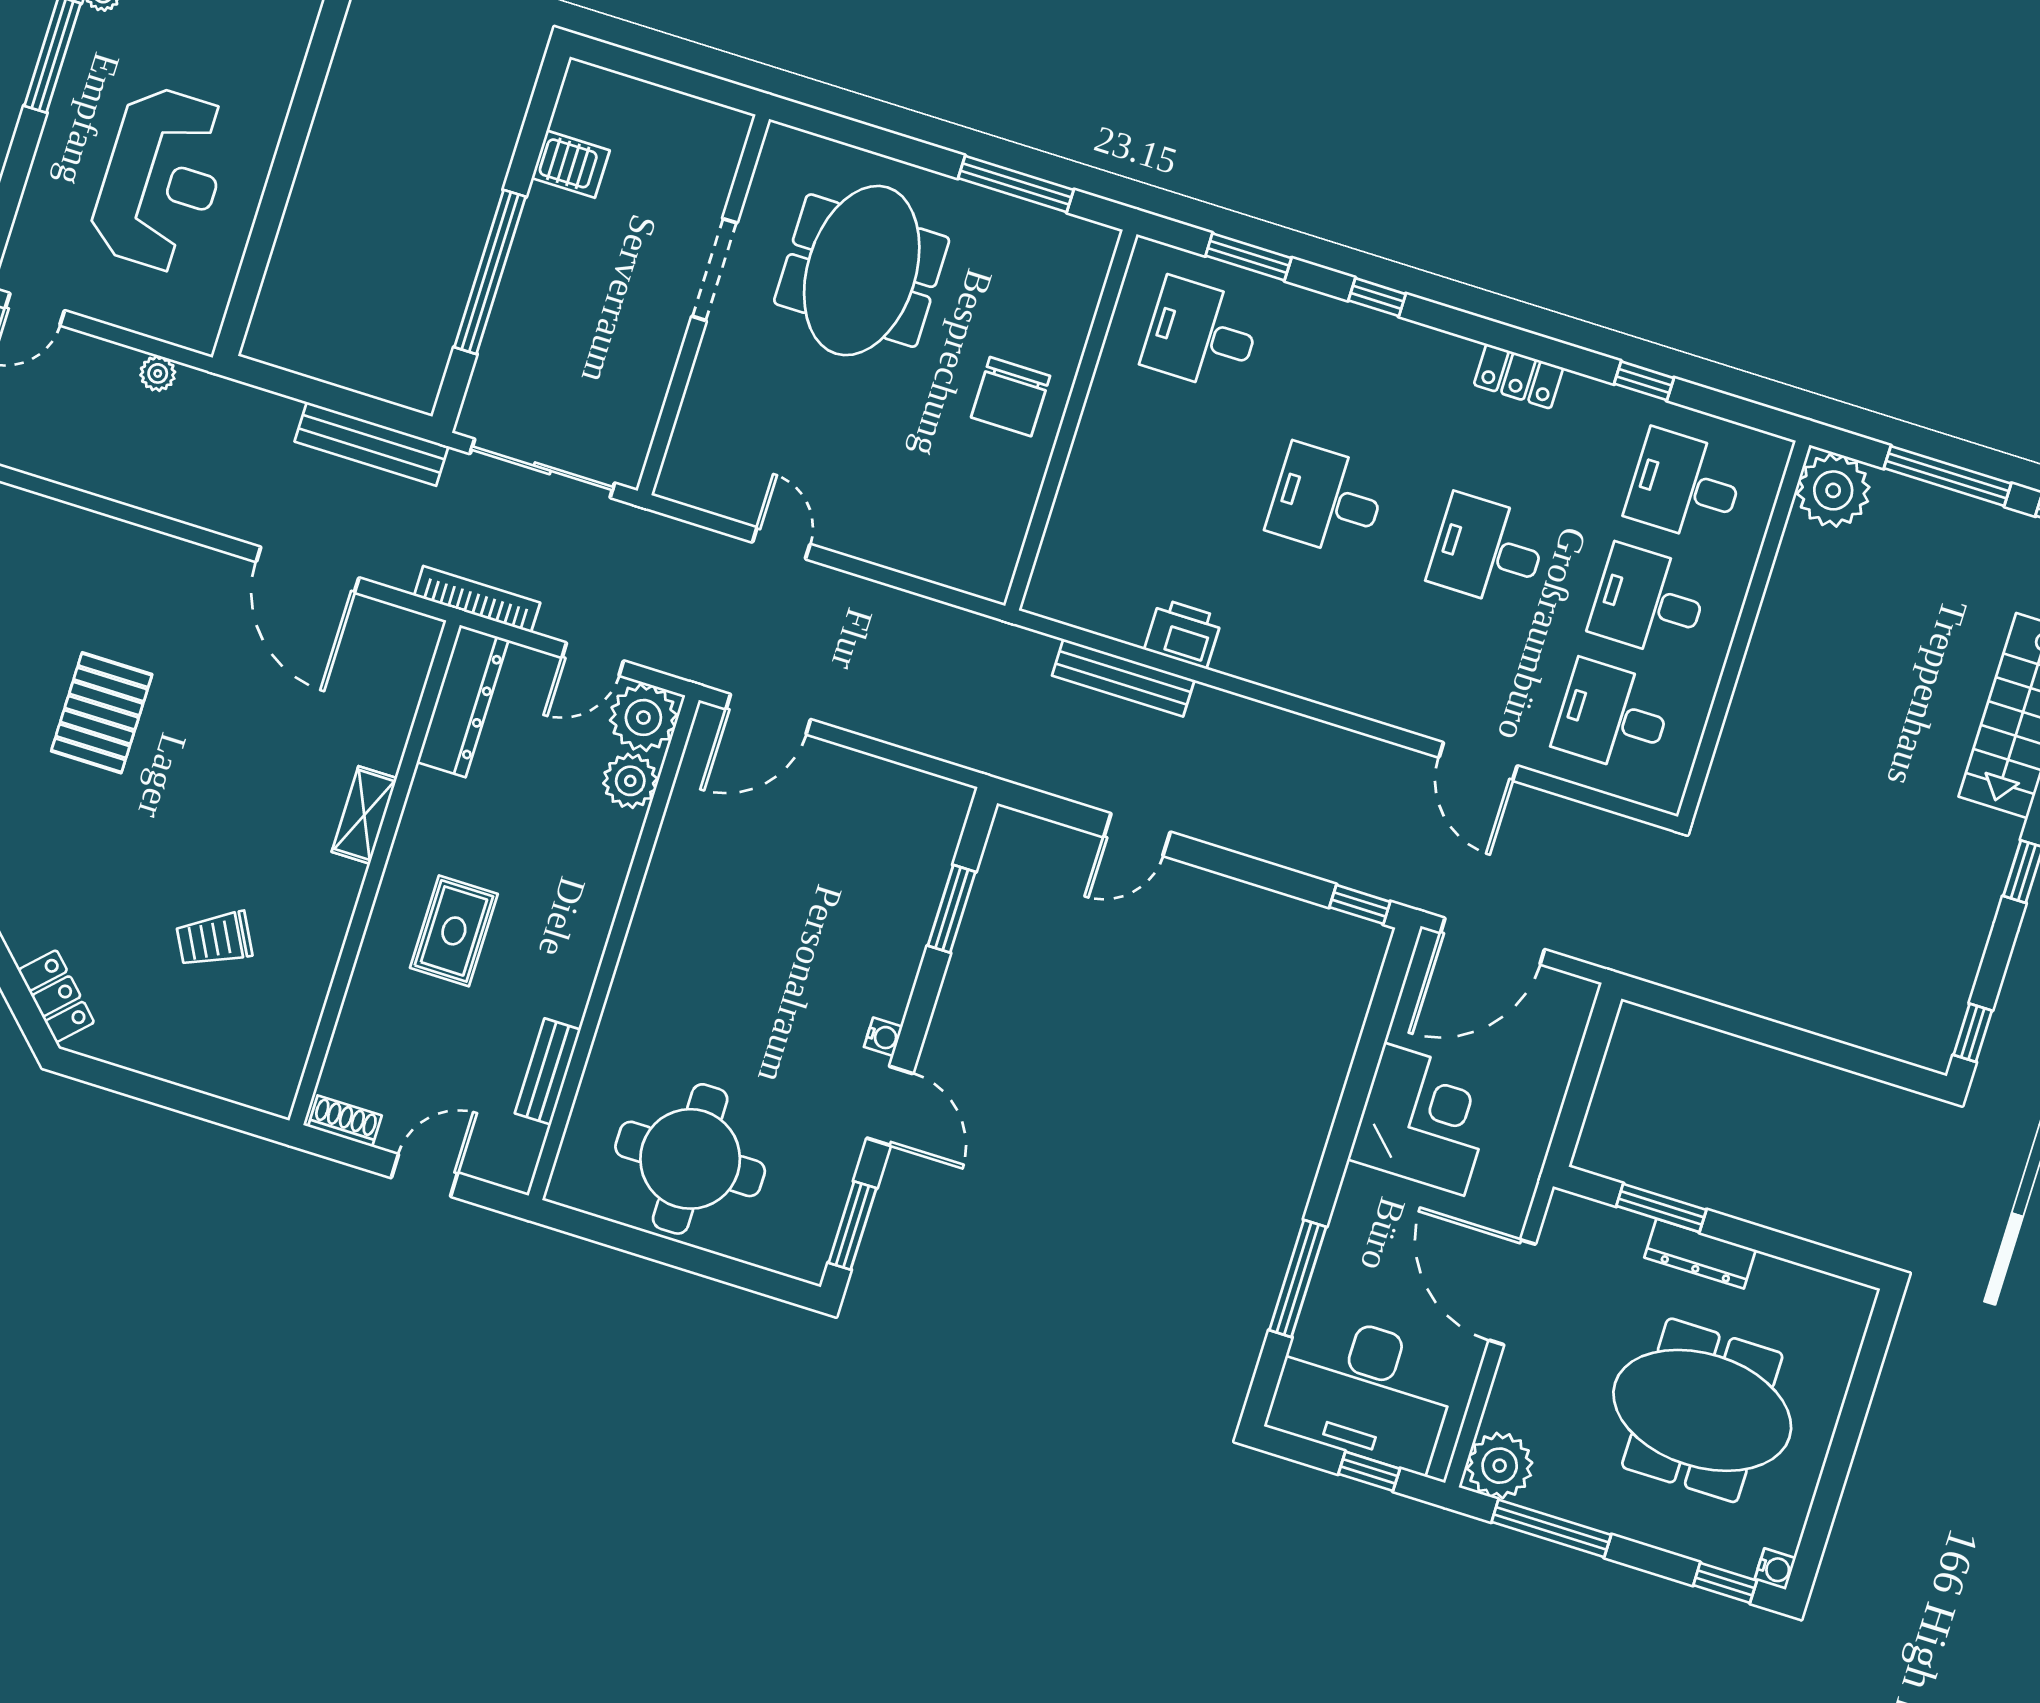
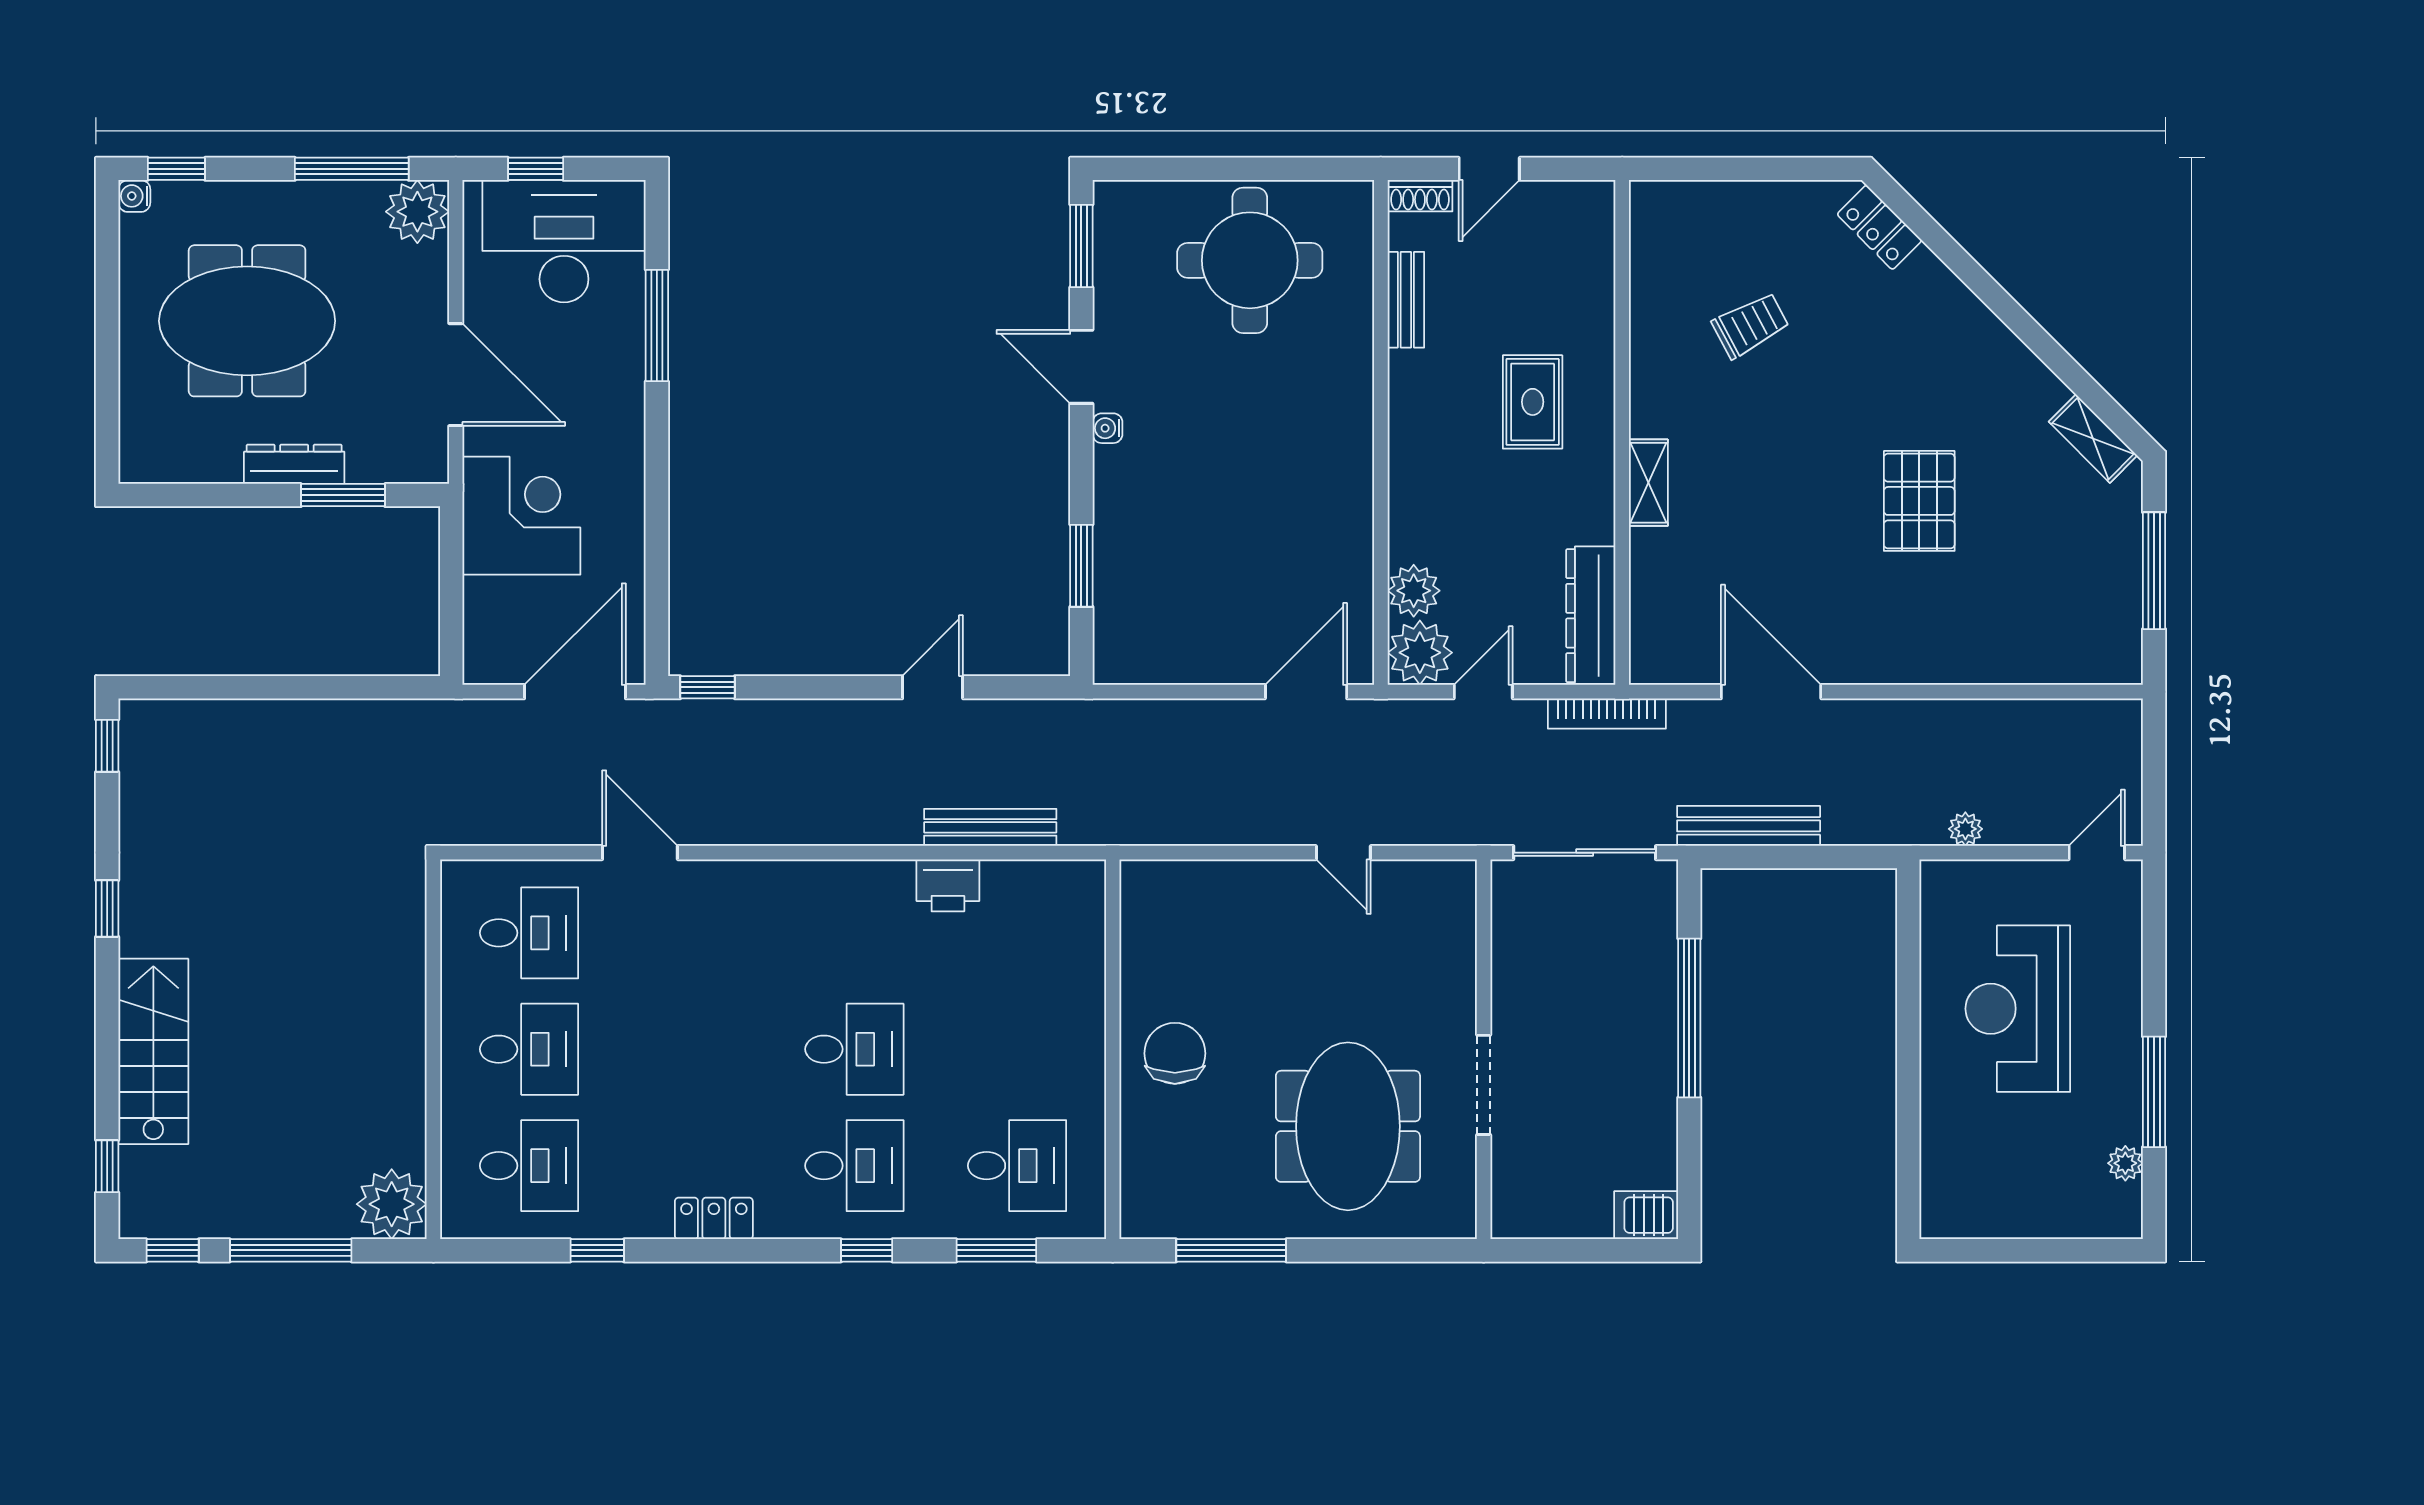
server rack: (571, 164) -> (1646, 1215), moved
desk: (1488, 551) -> (854, 1166), moved
corner desk: (1424, 1119) -> (521, 516), moved, turned 180
shoe rack: (345, 1121) -> (1420, 196), moved

